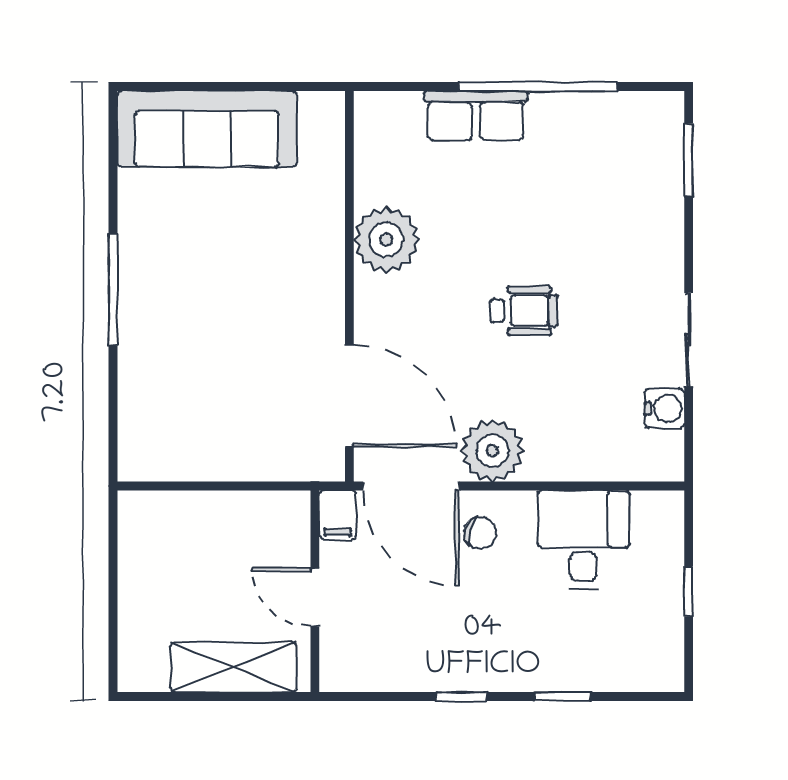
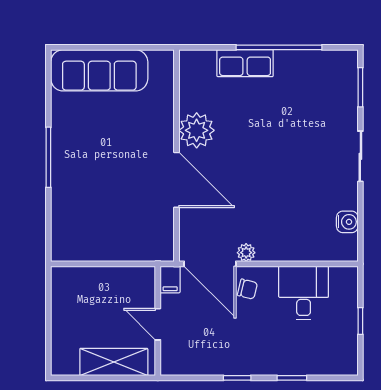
wheelchair: (524, 311) -> (271, 169), removed
sliding door: (689, 340) -> (360, 156), moved
door: (349, 396) -> (176, 180), moved
plant: (492, 451) -> (246, 253), width x0.53, depth x0.53

